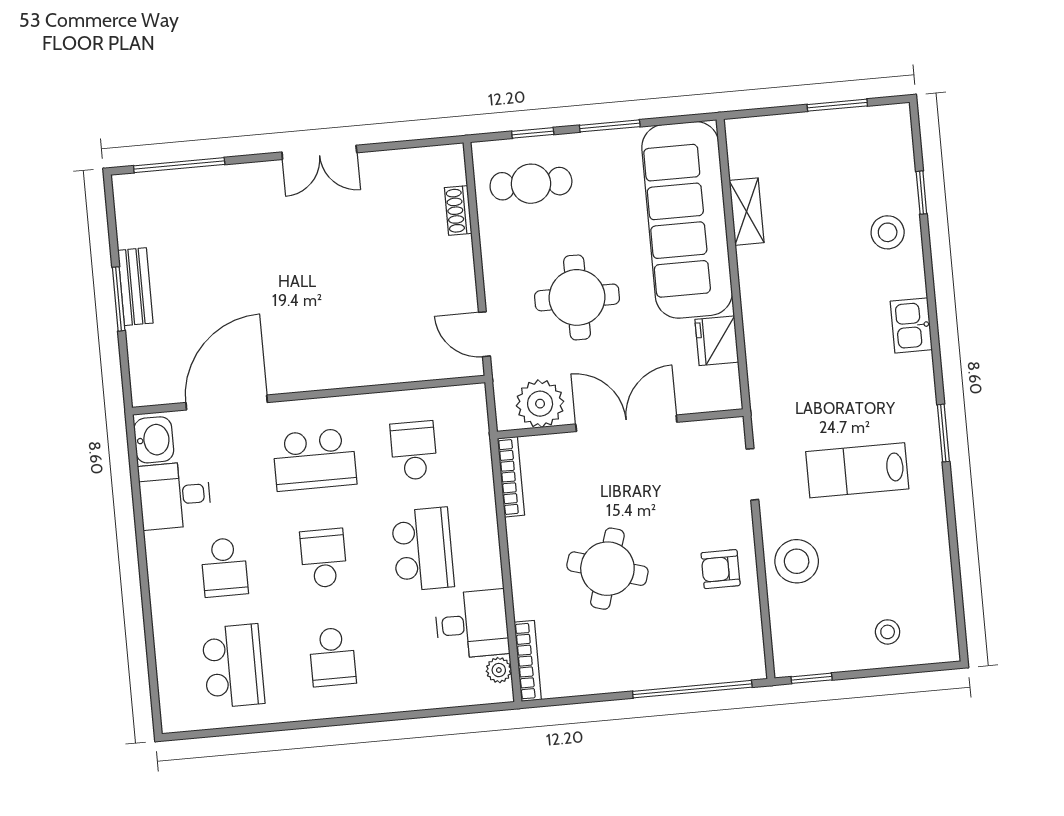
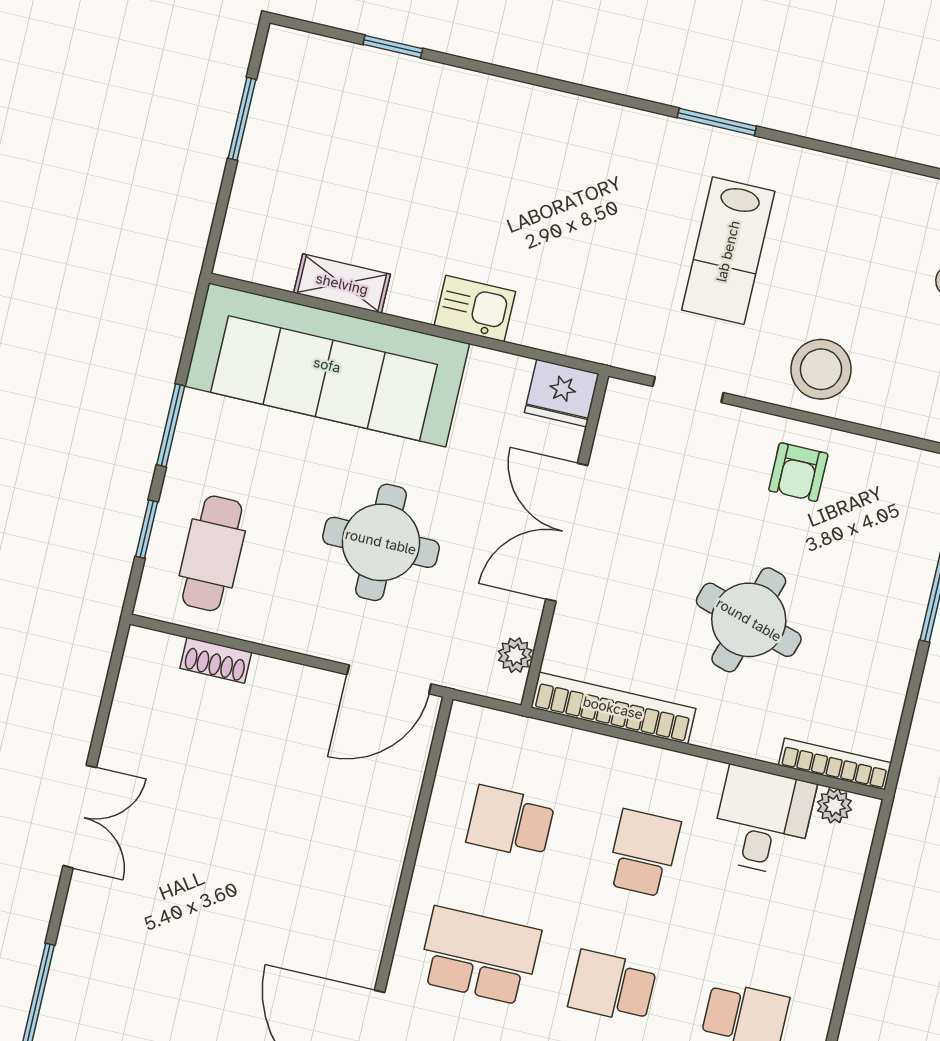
stool: (888, 232) -> (430, 108), removed
kitchen sink: (911, 325) -> (475, 309), moved, turned 180
door: (484, 334) -> (389, 679), width x1.38
fridge: (717, 341) -> (562, 393), moved
plant: (540, 404) -> (515, 655), width x0.53, depth x0.53
school desk: (315, 460) -> (479, 956), turned -90
bookcase: (511, 477) -> (613, 708), width x1.48, depth x1.31
school desk: (423, 549) -> (643, 853), width x0.54

